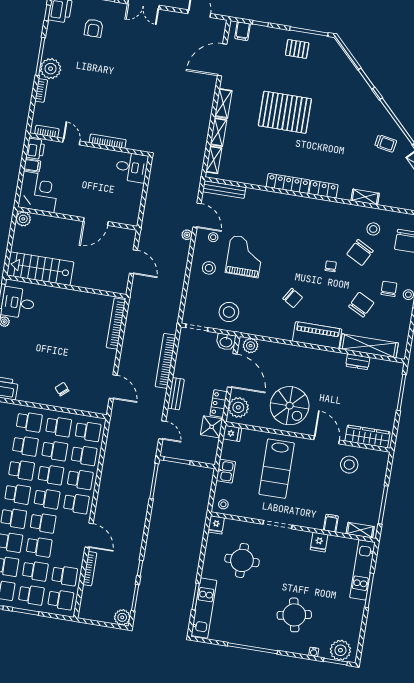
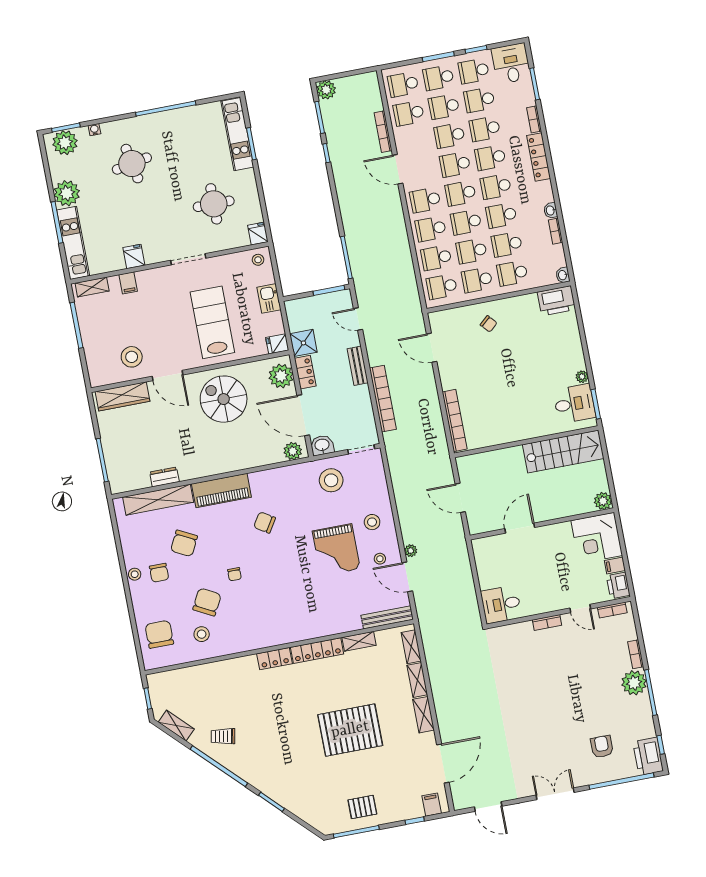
bookcase: (108, 141) -> (547, 623), width x0.64
shelving: (365, 197) -> (359, 641), moved
plant: (353, 610) -> (67, 193), added

